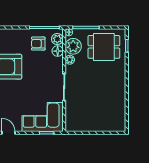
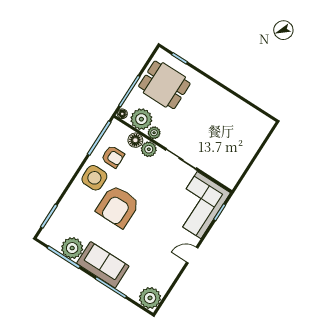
plant: (57, 39) -> (149, 149), moved
side table: (18, 40) -> (94, 178), added
armchair: (38, 44) -> (113, 157), turned -90
dining table: (104, 47) -> (164, 85), turned 90

